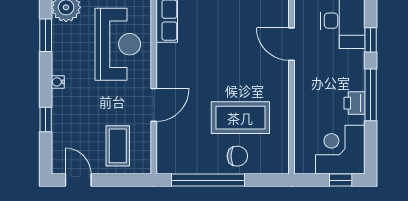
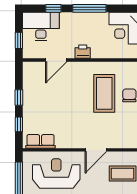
printer: (354, 103) -> (83, 52), moved, turned 180
door: (154, 105) -> (96, 150), swing flipped

